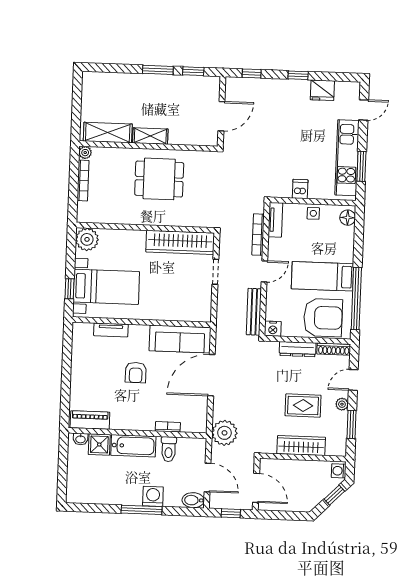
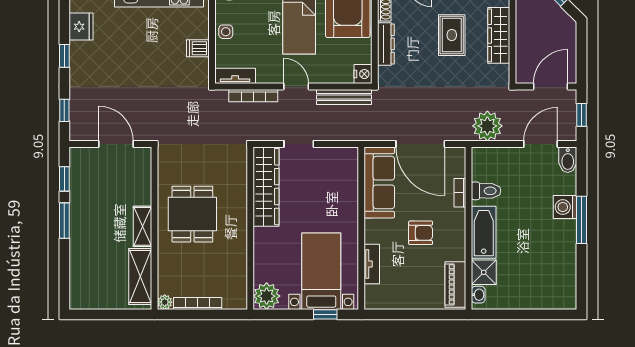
piano: (90, 420) -> (455, 284), moved
bookcase: (168, 427) -> (460, 193), moved
wall: (137, 433) -> (468, 228), moved
washbasin: (81, 439) -> (478, 295), moved
shower: (99, 445) -> (484, 272), moved
bathtub: (133, 446) -> (484, 232), moved
toilet: (169, 449) -> (486, 191), moved

